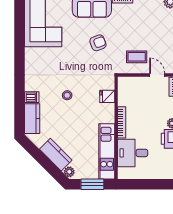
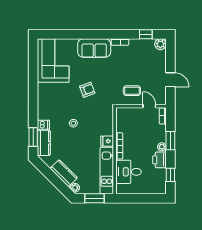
armchair: (98, 43) -> (87, 90), moved
fridge: (107, 96) -> (107, 141), moved
window: (20, 112) -> (33, 137), added

